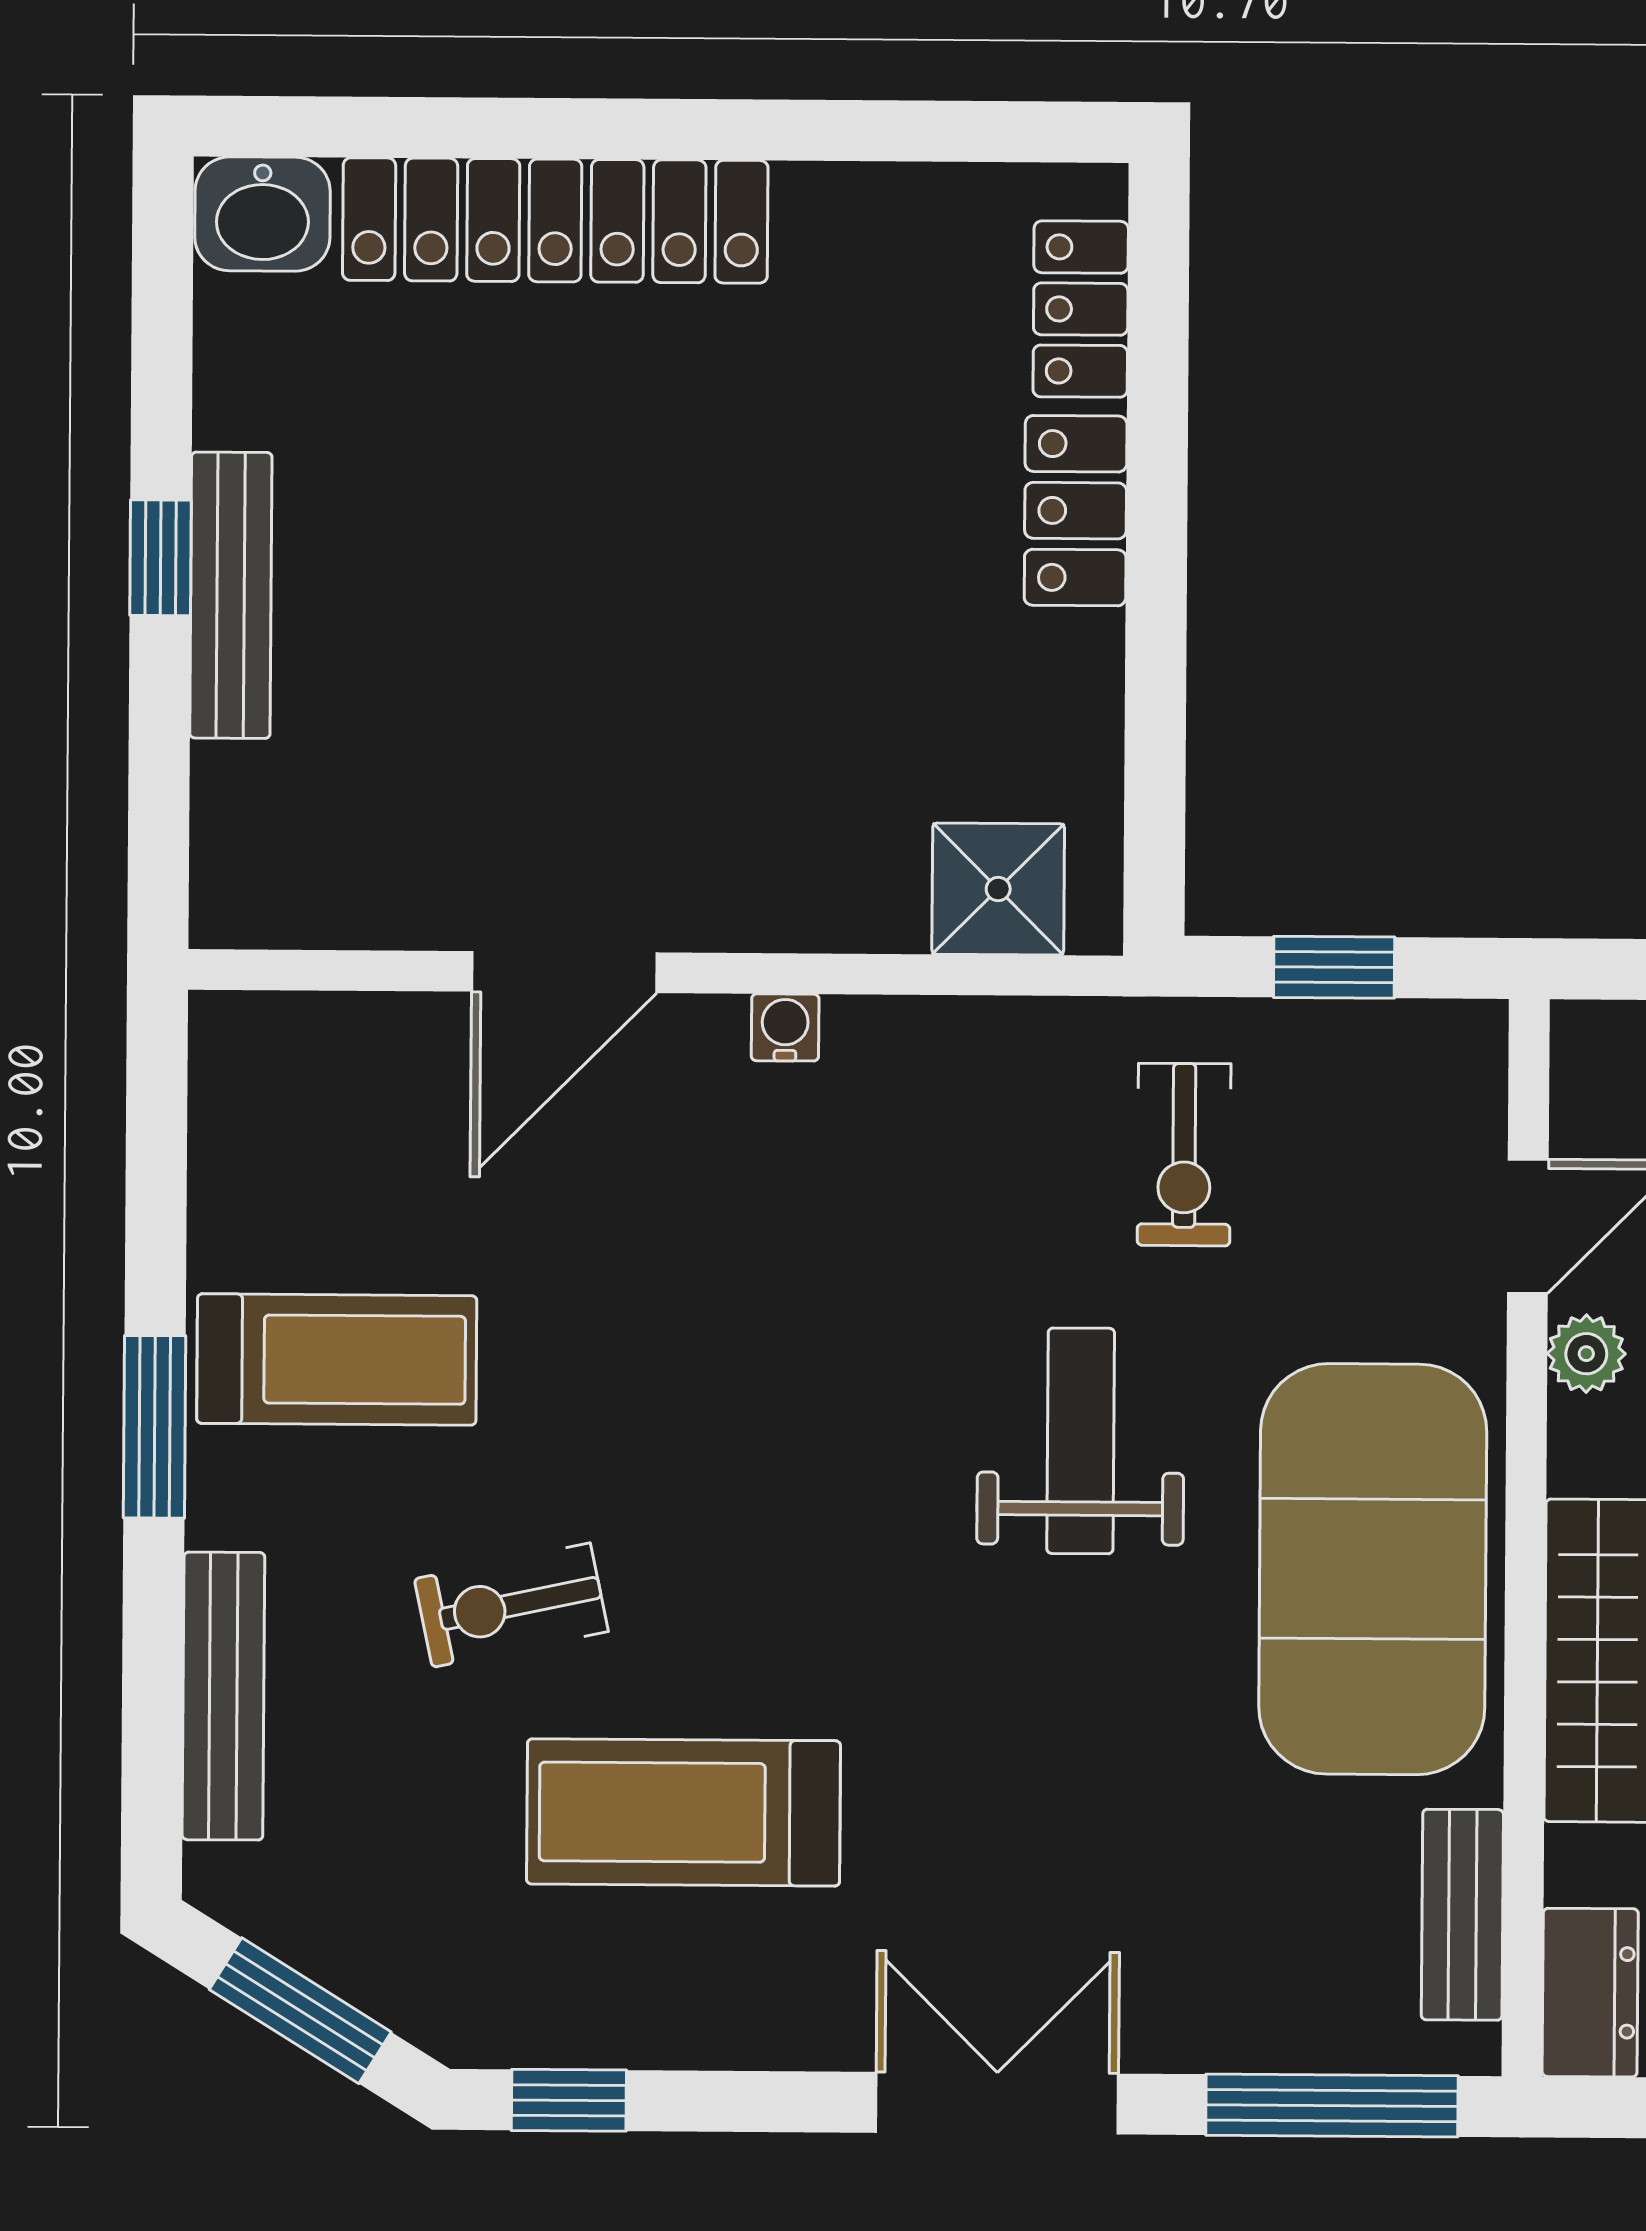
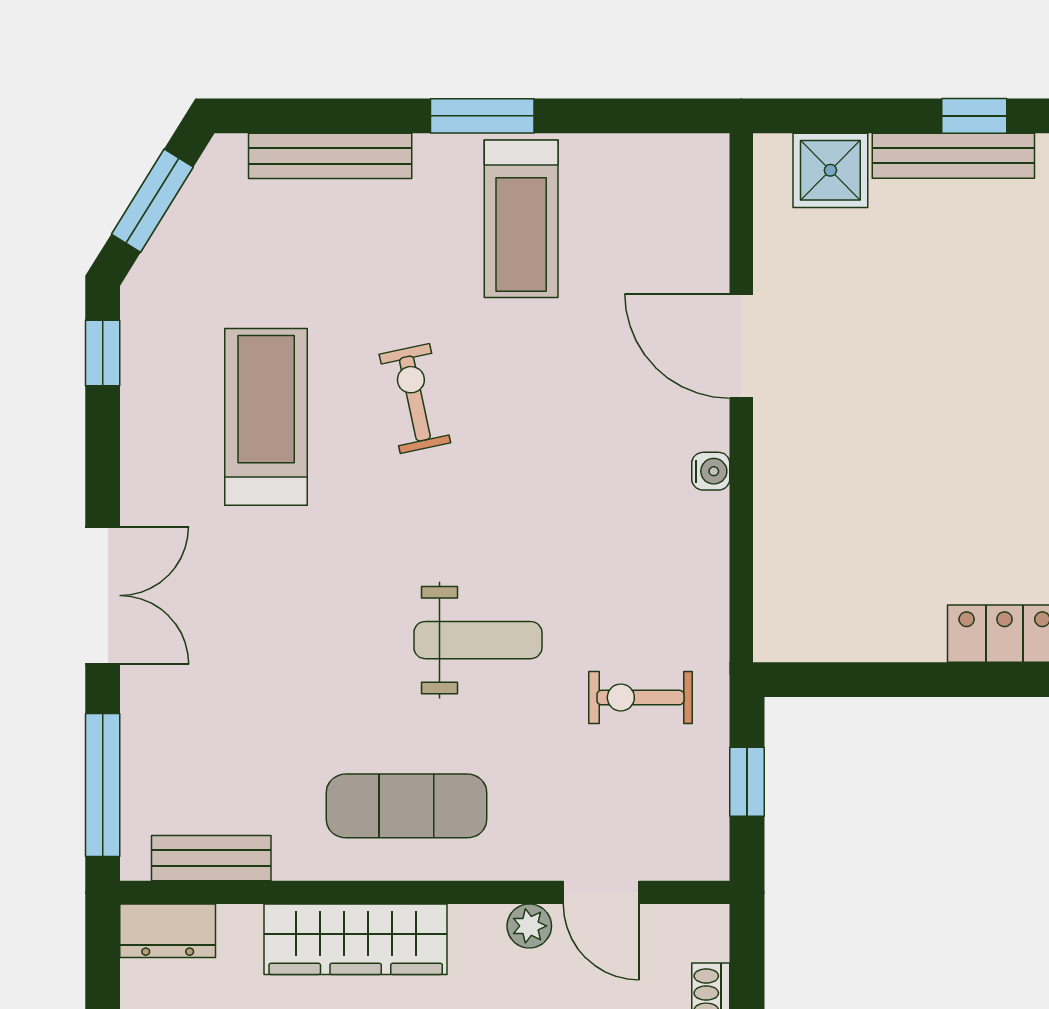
shower: (998, 889) -> (830, 170), moved
exercise mat: (1373, 1569) -> (407, 806), width x0.50, depth x0.69
exercise bike: (511, 1605) -> (415, 399), moved

